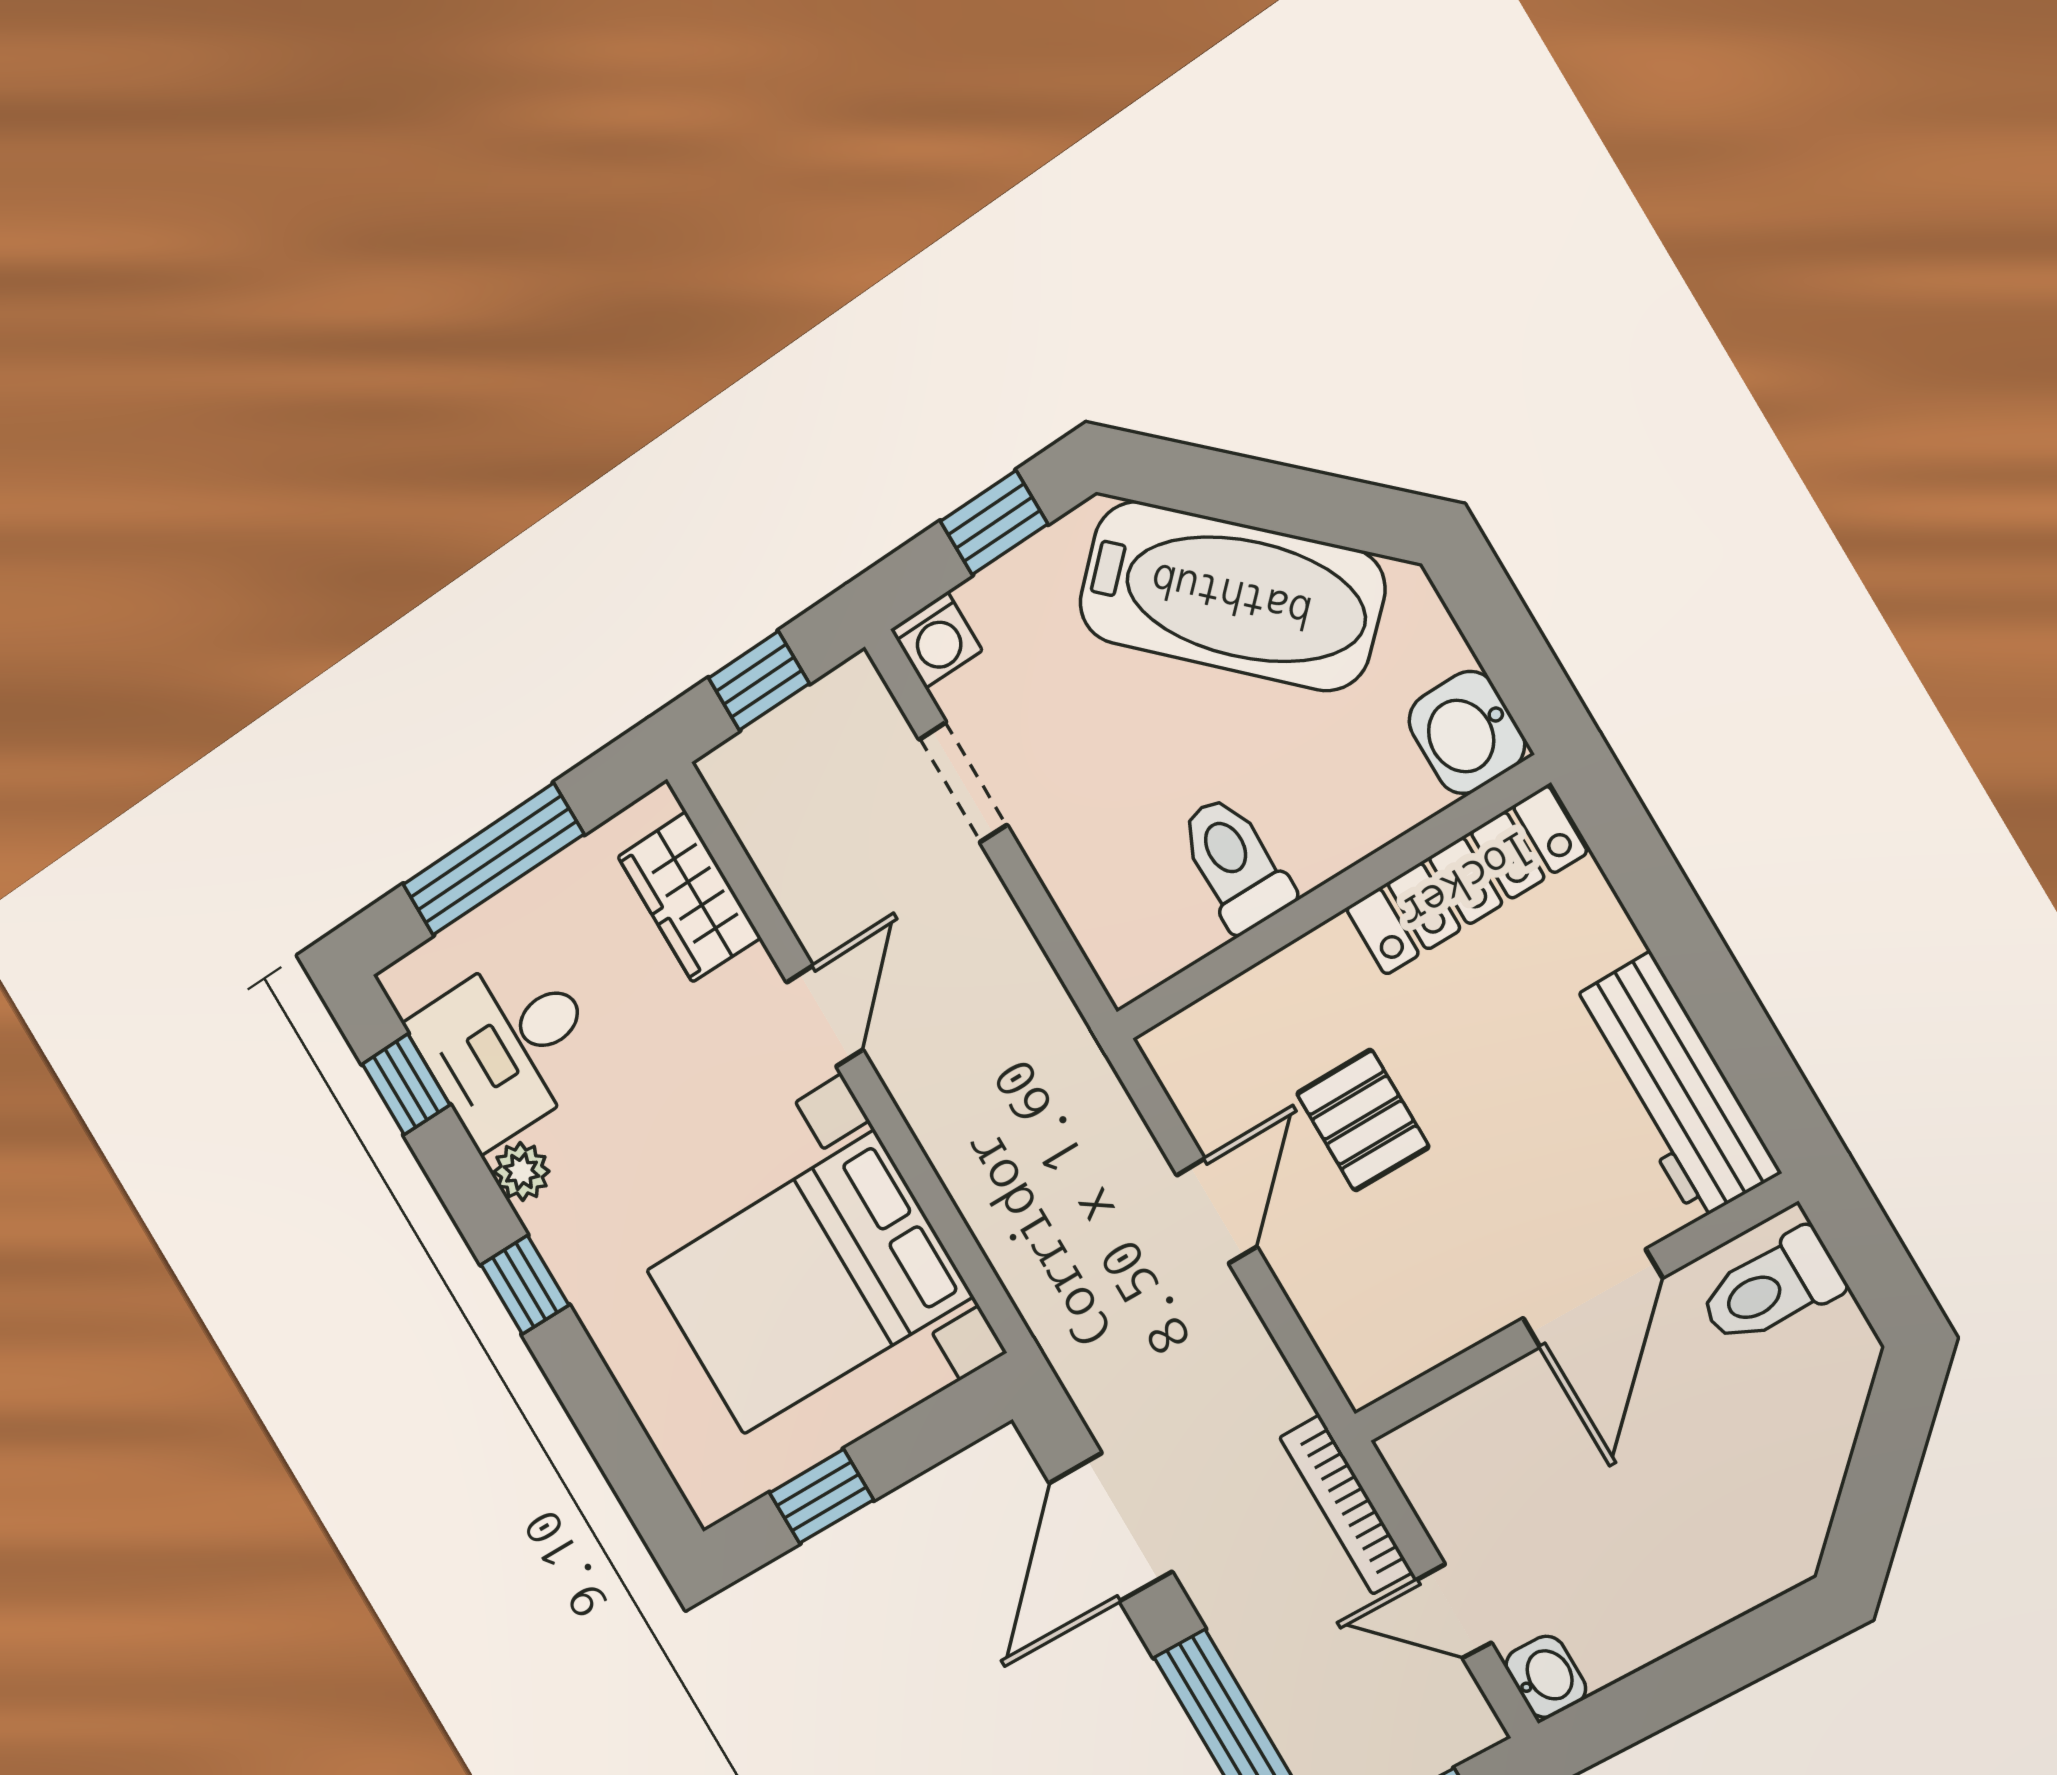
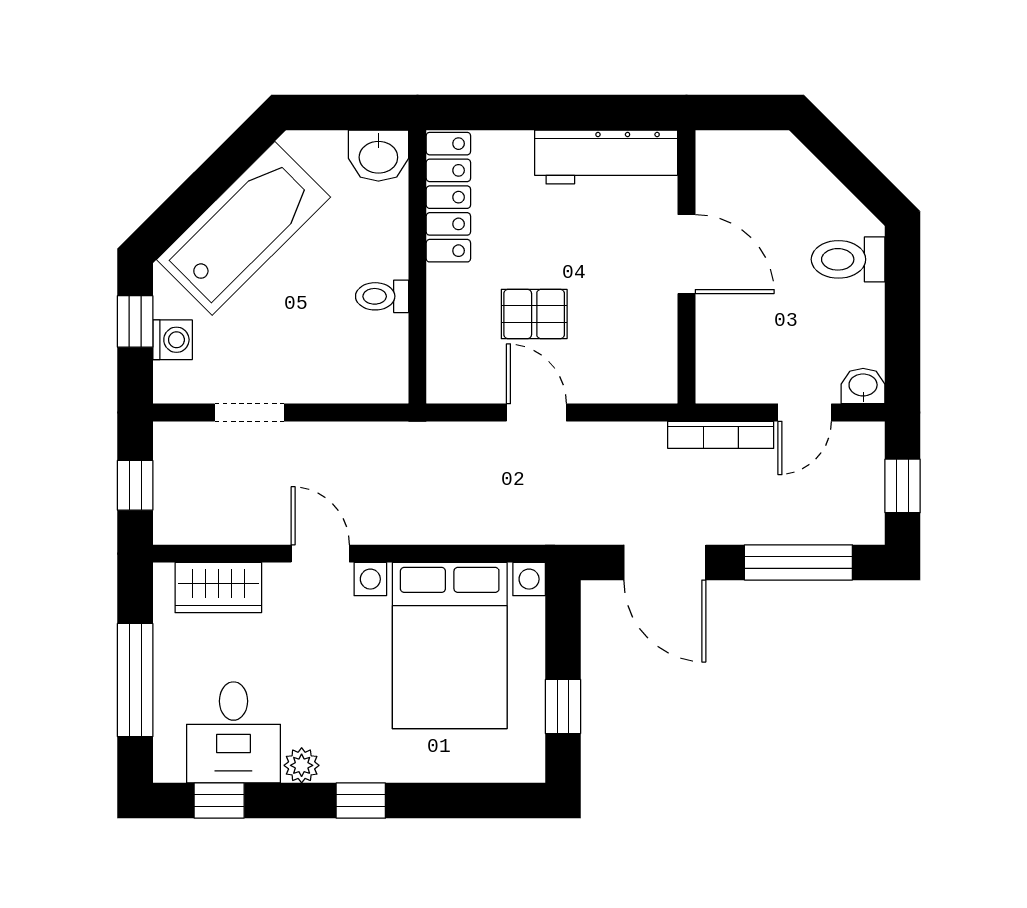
washing machine: (936, 640) -> (173, 340), moved
toilet: (1235, 863) -> (382, 296), width x0.73, depth x0.72
toilet: (1771, 1288) -> (848, 259), moved, turned 90

